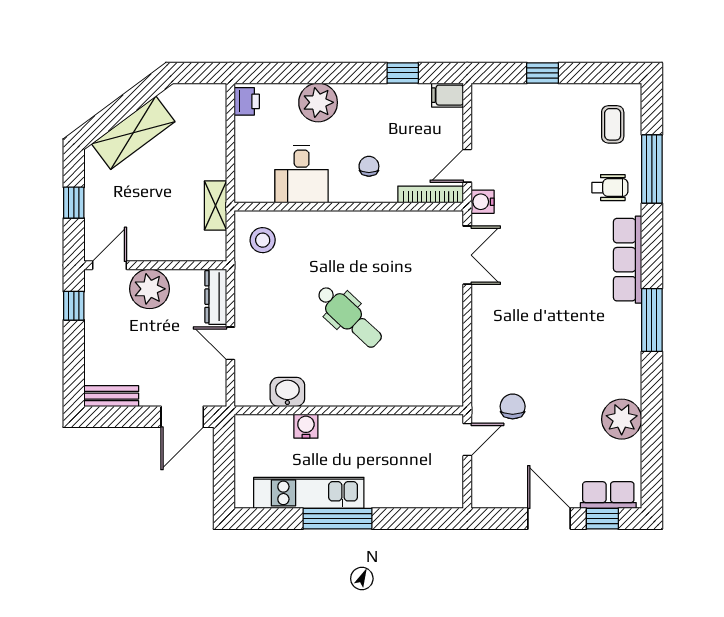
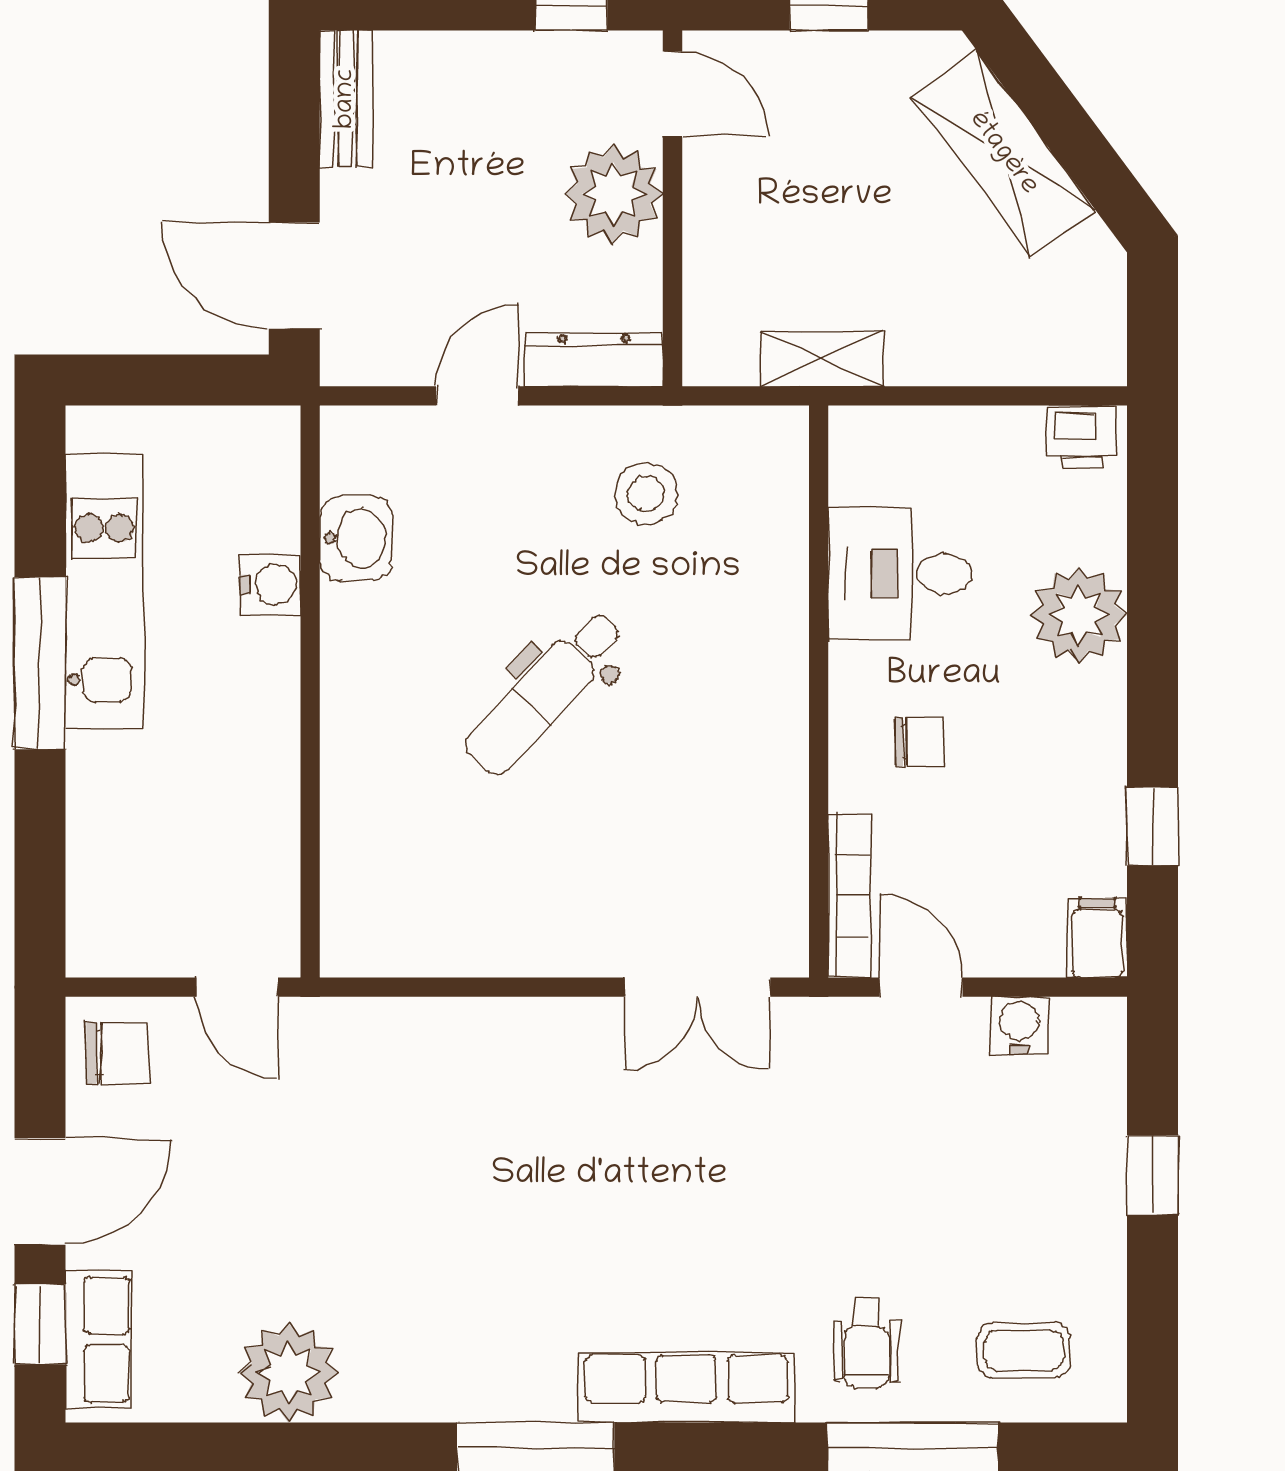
water cooler: (483, 202) -> (1019, 1025), moved
stool: (263, 240) -> (646, 494), moved
chair: (513, 406) -> (117, 1053), moved

